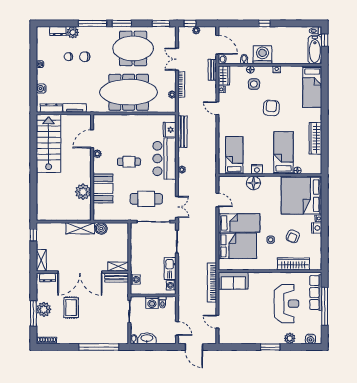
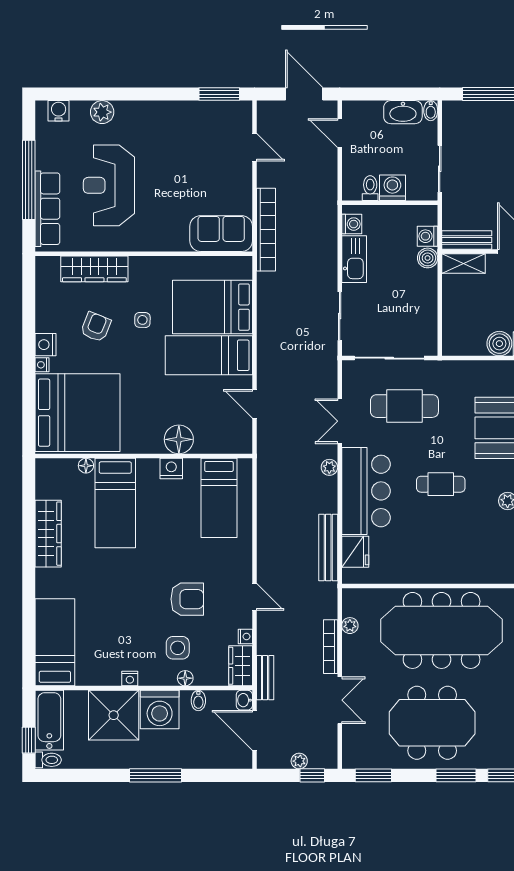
window: (264, 23) -> (155, 775), width x2.17
shower: (284, 52) -> (114, 715), added
armchair: (271, 108) -> (187, 599), moved, turned -95
double door: (177, 207) -> (340, 421), moved
boiler: (135, 269) -> (428, 258), added
window: (270, 347) -> (219, 94), moved

